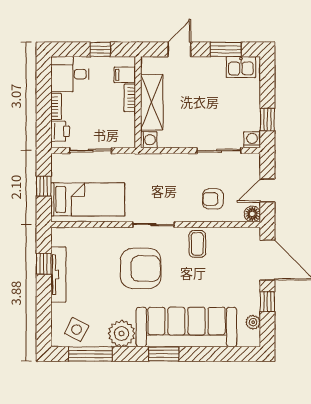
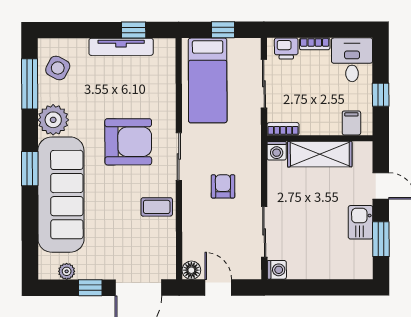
kitchen sink: (241, 67) -> (361, 222), moved
bookcase: (130, 98) -> (283, 129), moved
window: (267, 120) -> (300, 287), removed
armchair: (213, 199) -> (223, 186), moved
armchair: (141, 268) -> (128, 142), turned -90

